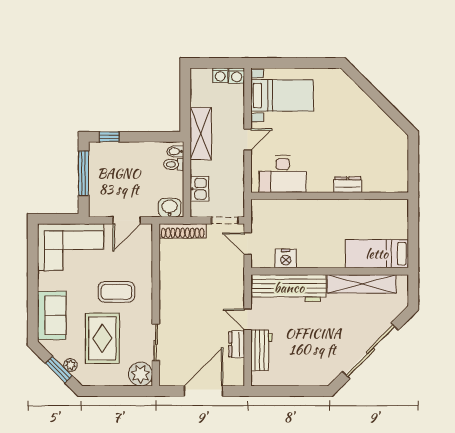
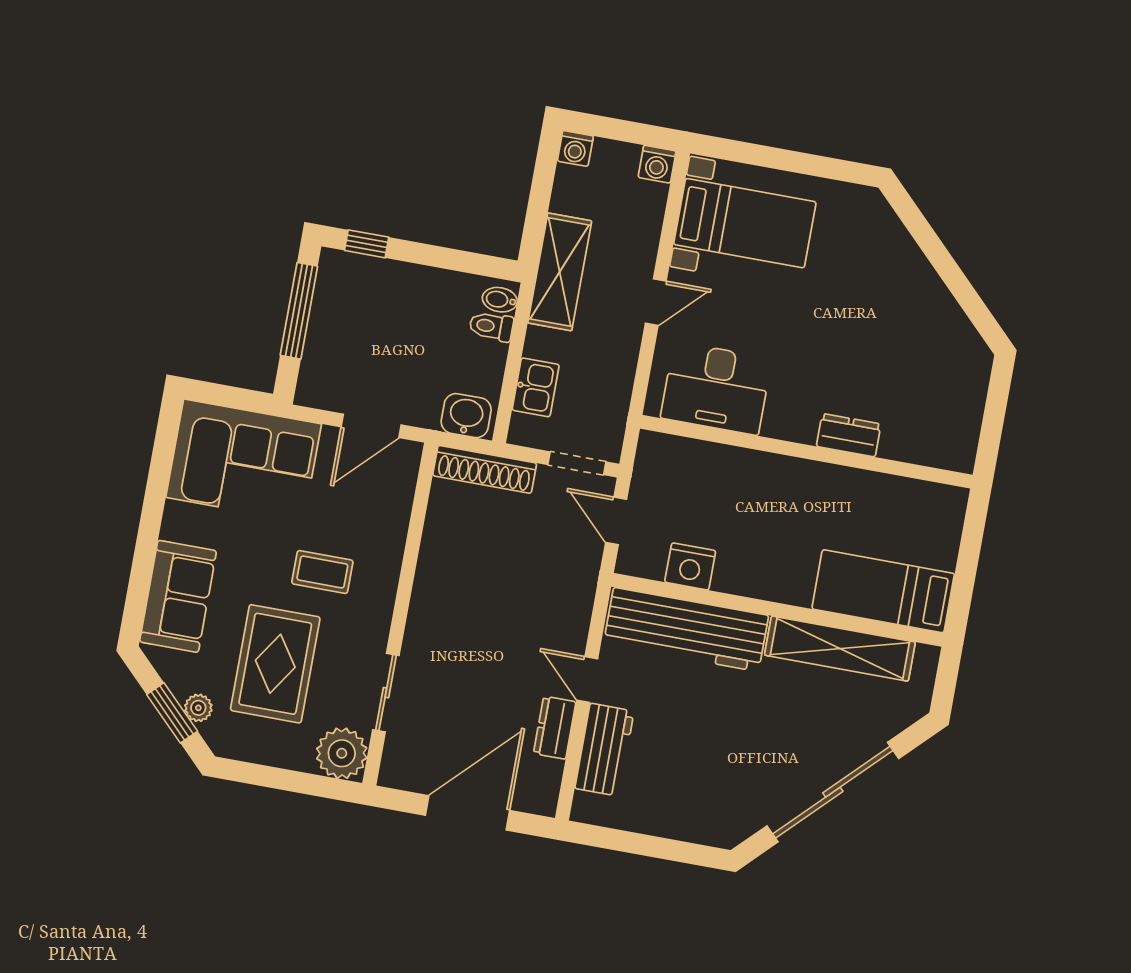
washing machine: (220, 75) -> (575, 148), moved
coffee table: (116, 292) -> (322, 572), width x0.73, depth x0.77

